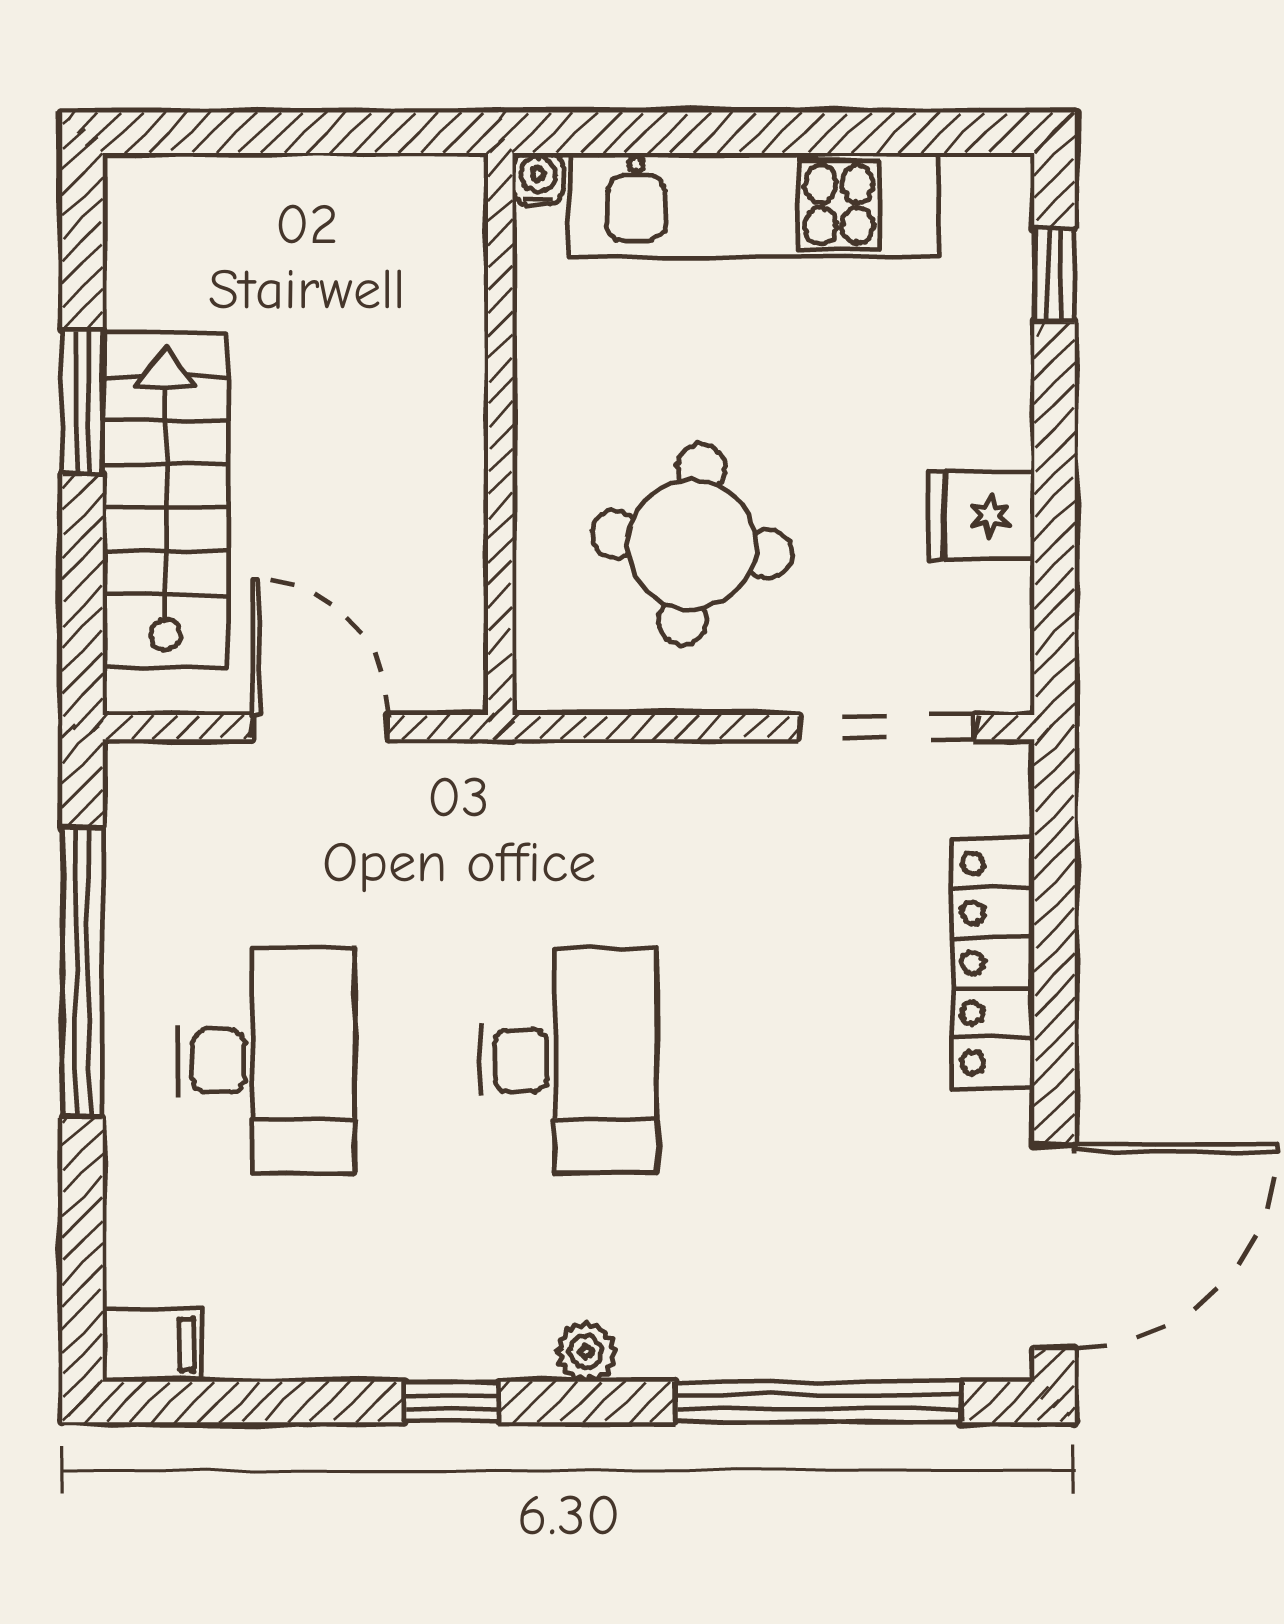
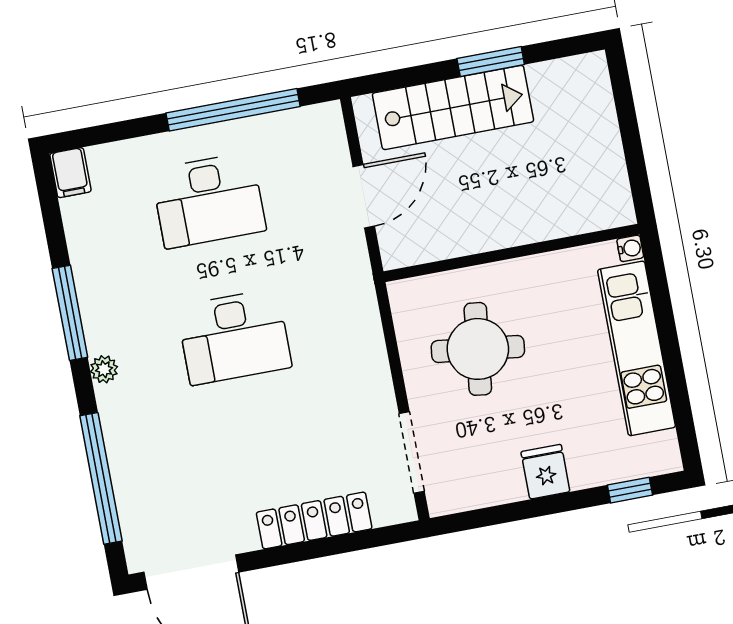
fridge: (981, 515) -> (545, 472), moved
window: (452, 1402) -> (70, 313), width x2.17

